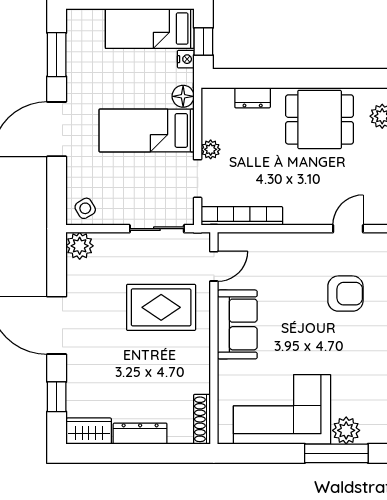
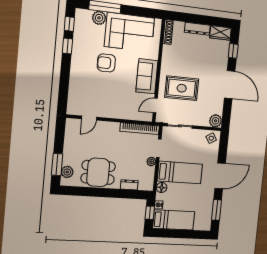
armchair: (345, 294) -> (106, 63), moved

